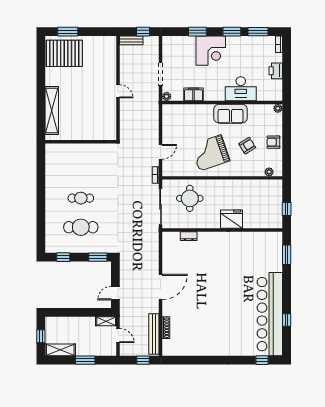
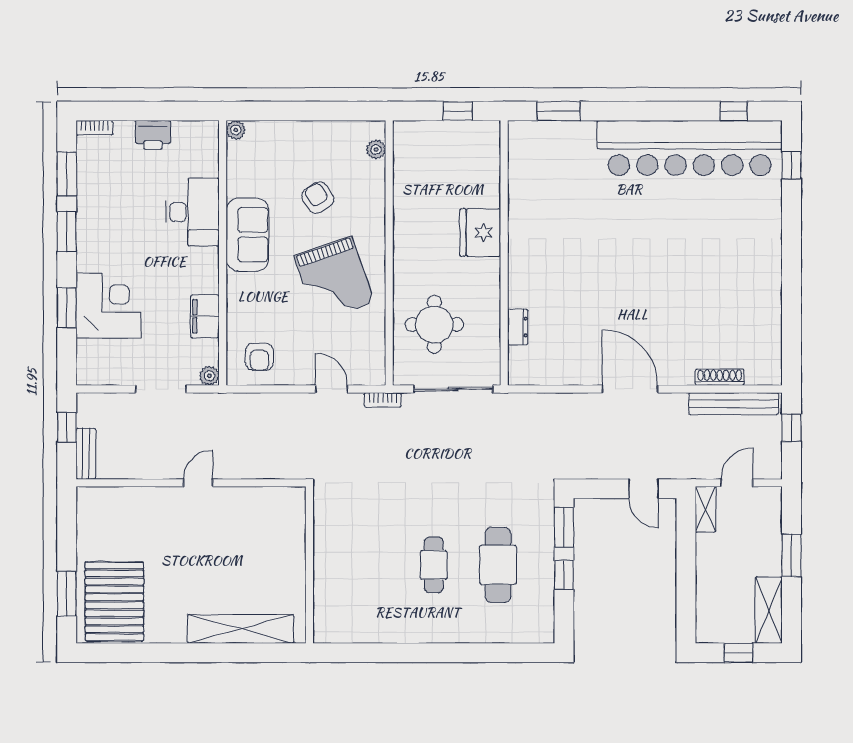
corner desk: (211, 51) -> (108, 305), moved
armchair: (273, 142) -> (259, 357), moved
window: (63, 257) -> (564, 575), moved
window: (287, 320) -> (734, 111), moved

